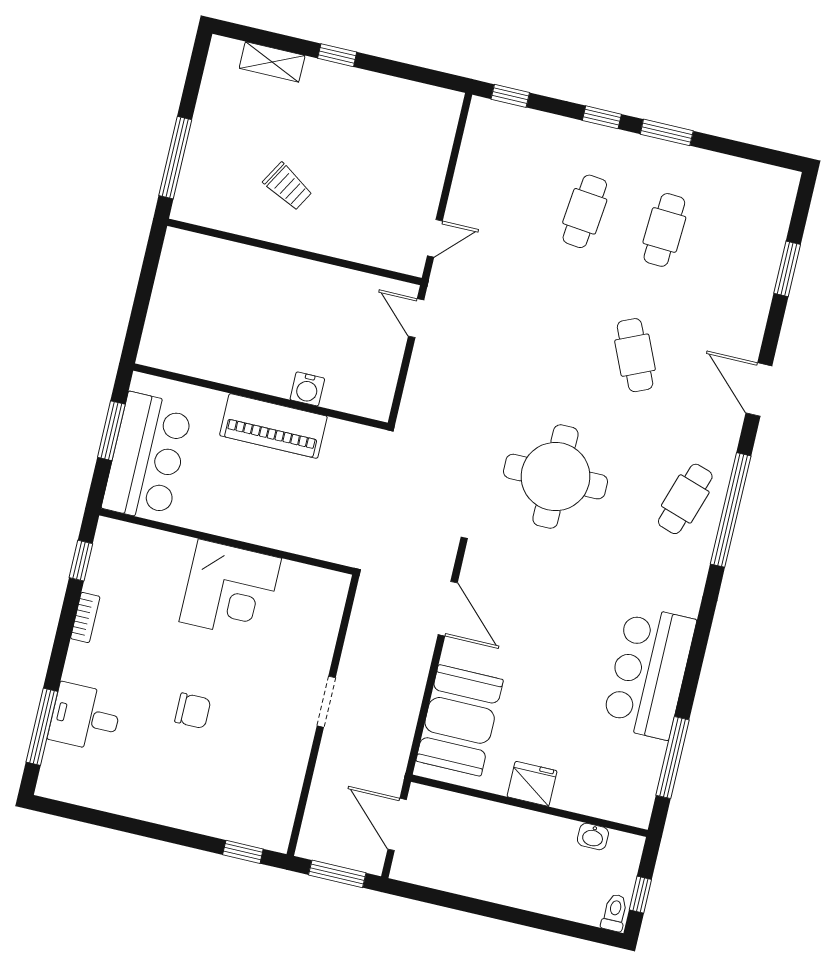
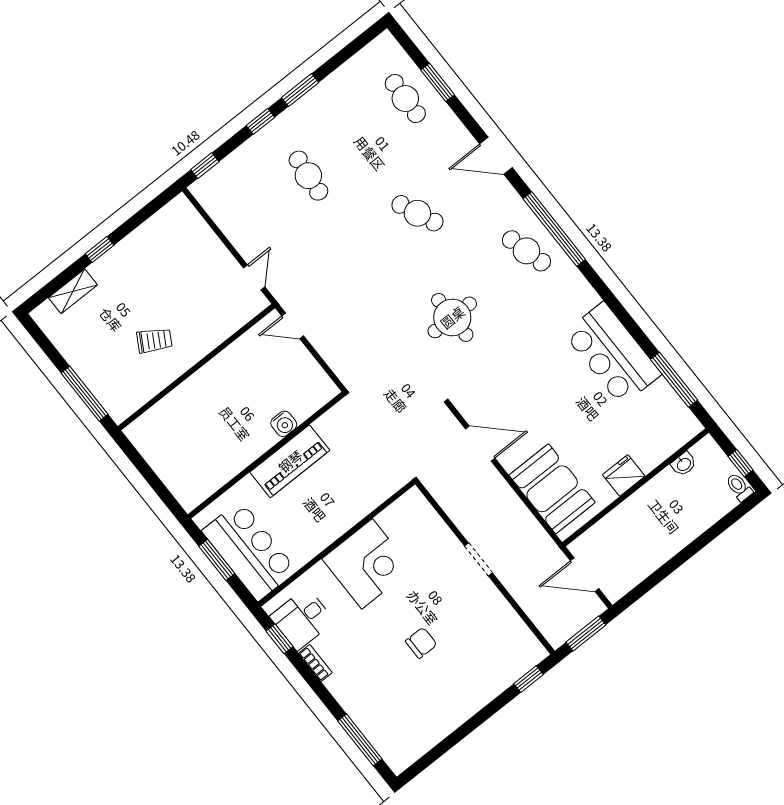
cafe table: (664, 230) -> (405, 99), moved
round table: (555, 477) -> (452, 317), width x0.73, depth x0.73
cafe table: (685, 499) -> (526, 251), turned -33
desk: (85, 717) -> (302, 619), moved

